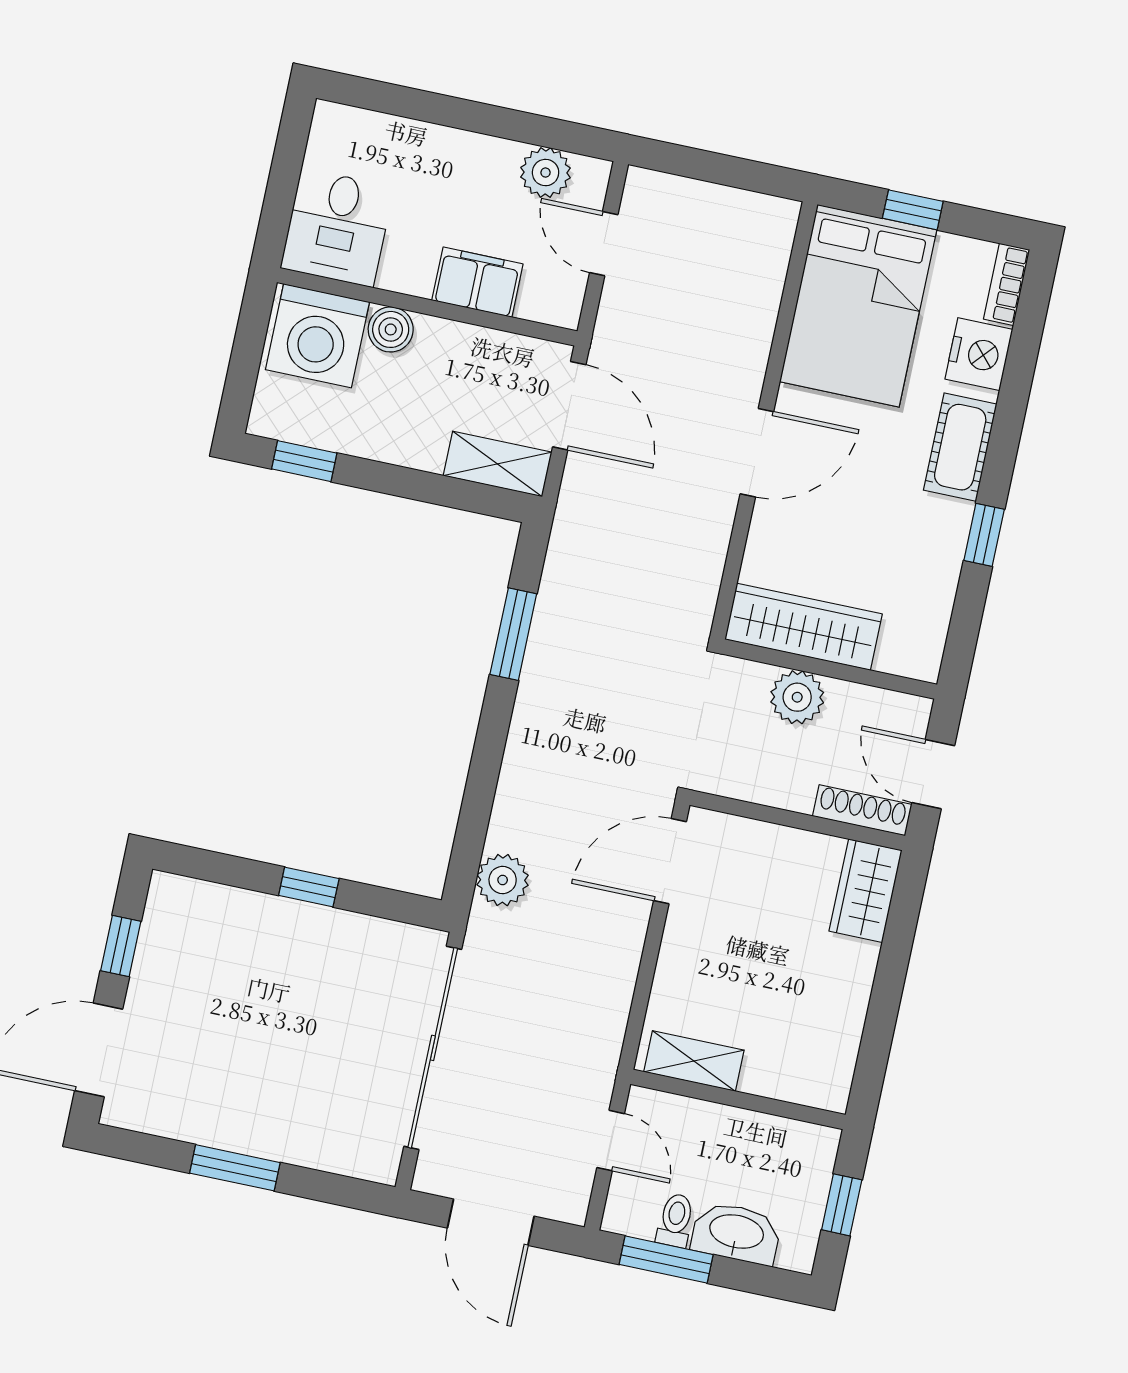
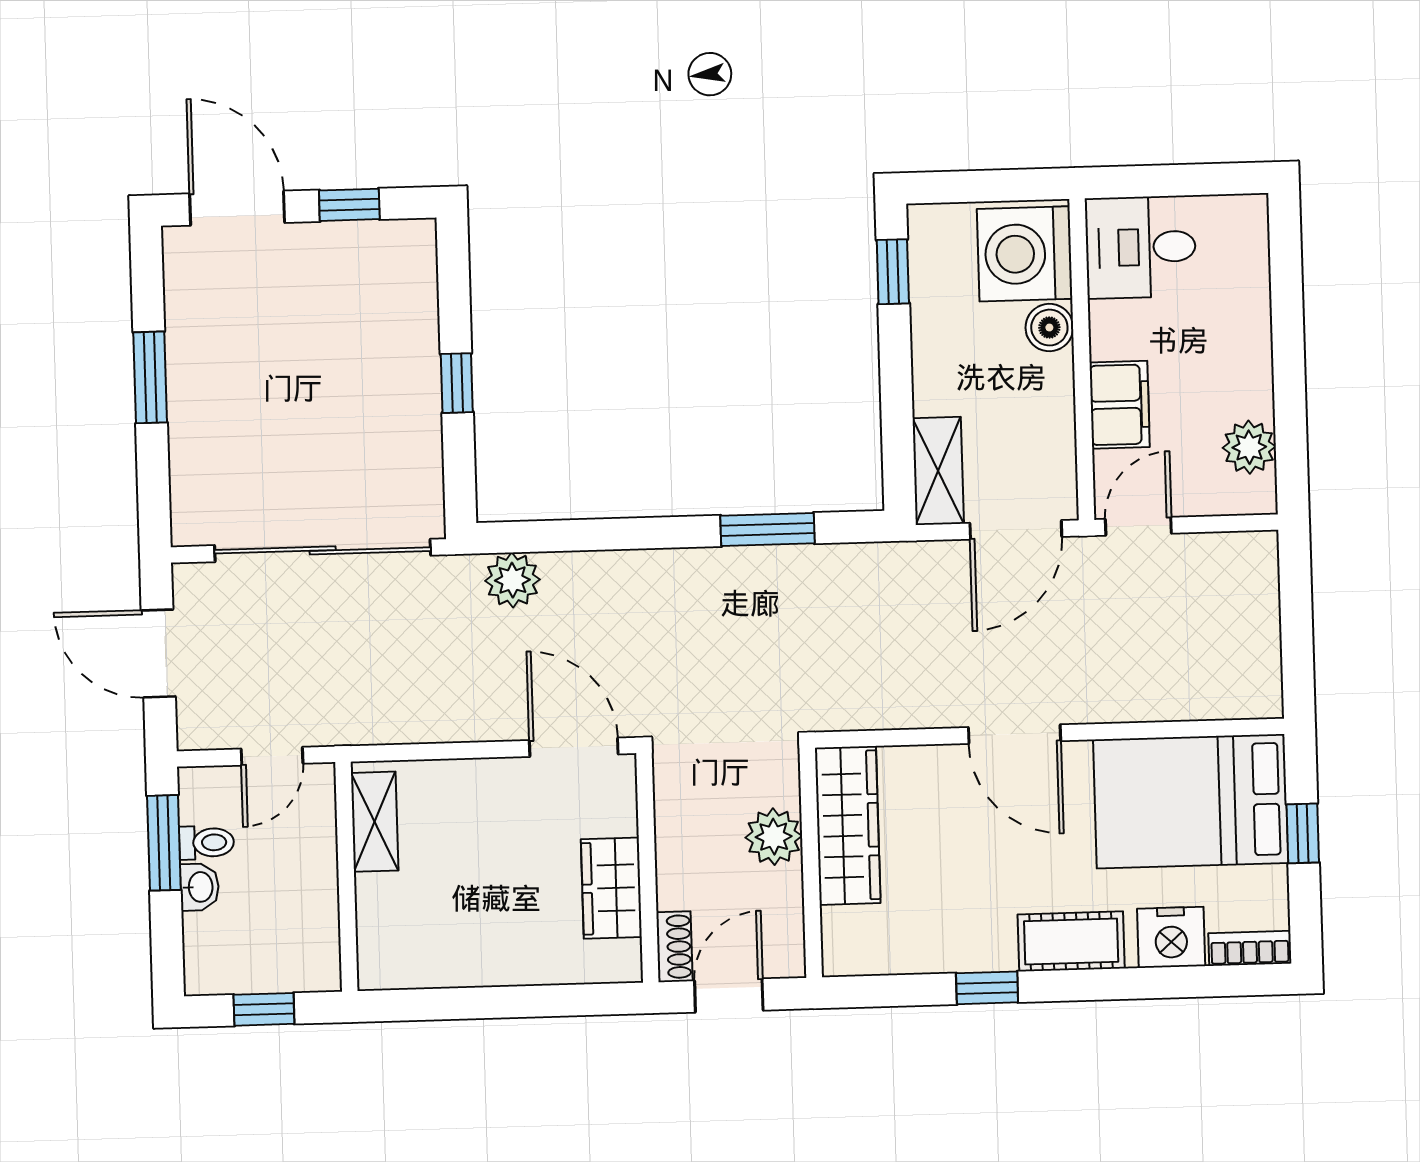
door: (604, 244) -> (1138, 526), moved
shoe rack: (862, 810) -> (674, 947), width x0.70
wardrobe: (866, 891) -> (611, 888), moved, turned -90
door: (491, 1222) -> (158, 653), hinge flipped
washbasin: (736, 1233) -> (200, 887), width x0.52, depth x0.69

